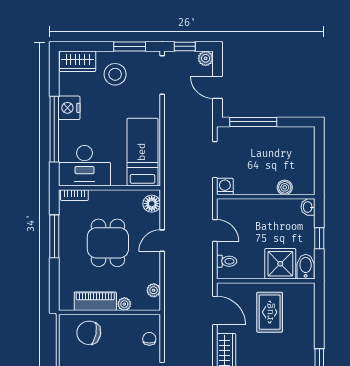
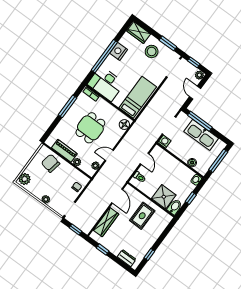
kitchen sink: (269, 140) -> (201, 135), added
window: (319, 158) -> (218, 161), added
door: (162, 241) -> (109, 155), moved

